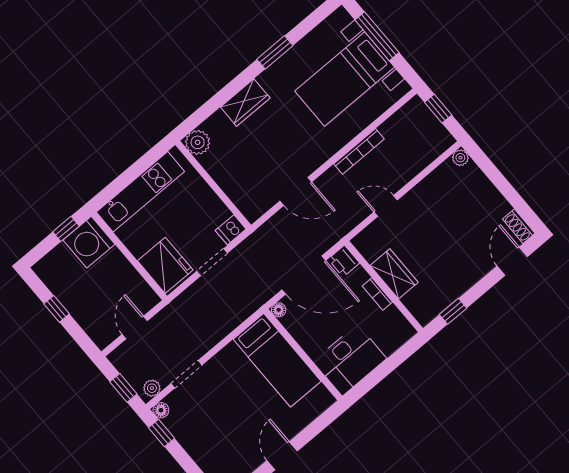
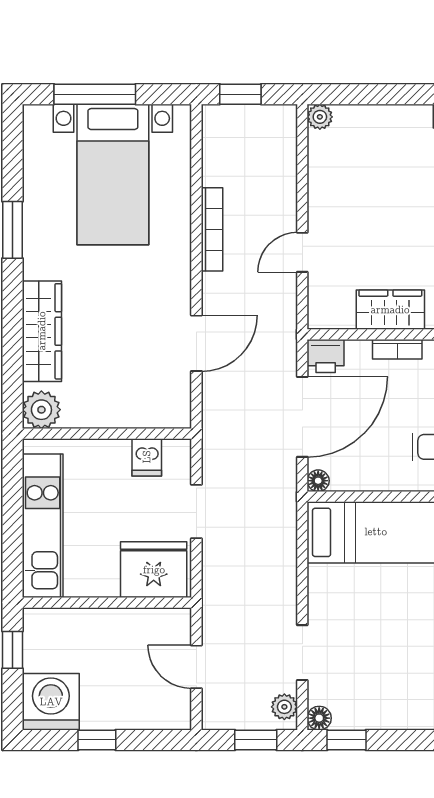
wardrobe: (245, 103) -> (42, 331), width x1.50
dishwasher: (231, 230) -> (147, 457), moved
washing machine: (89, 242) -> (51, 702), moved, turned 180

